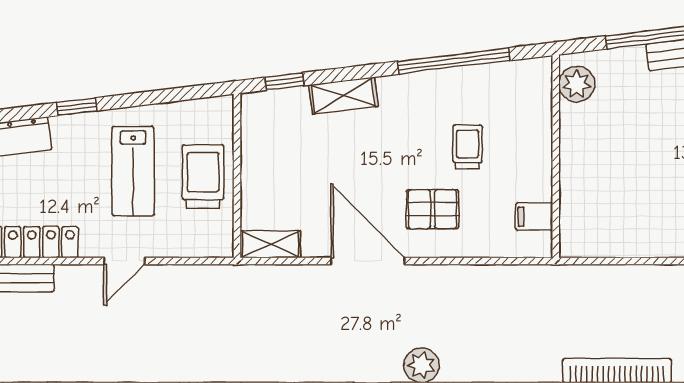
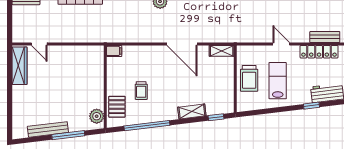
window: (77, 107) -> (312, 106), moved
pallet: (432, 209) -> (117, 107), moved, turned 90
filing cabinet: (534, 217) -> (114, 51), moved
door: (124, 261) -> (281, 44), hinge flipped

